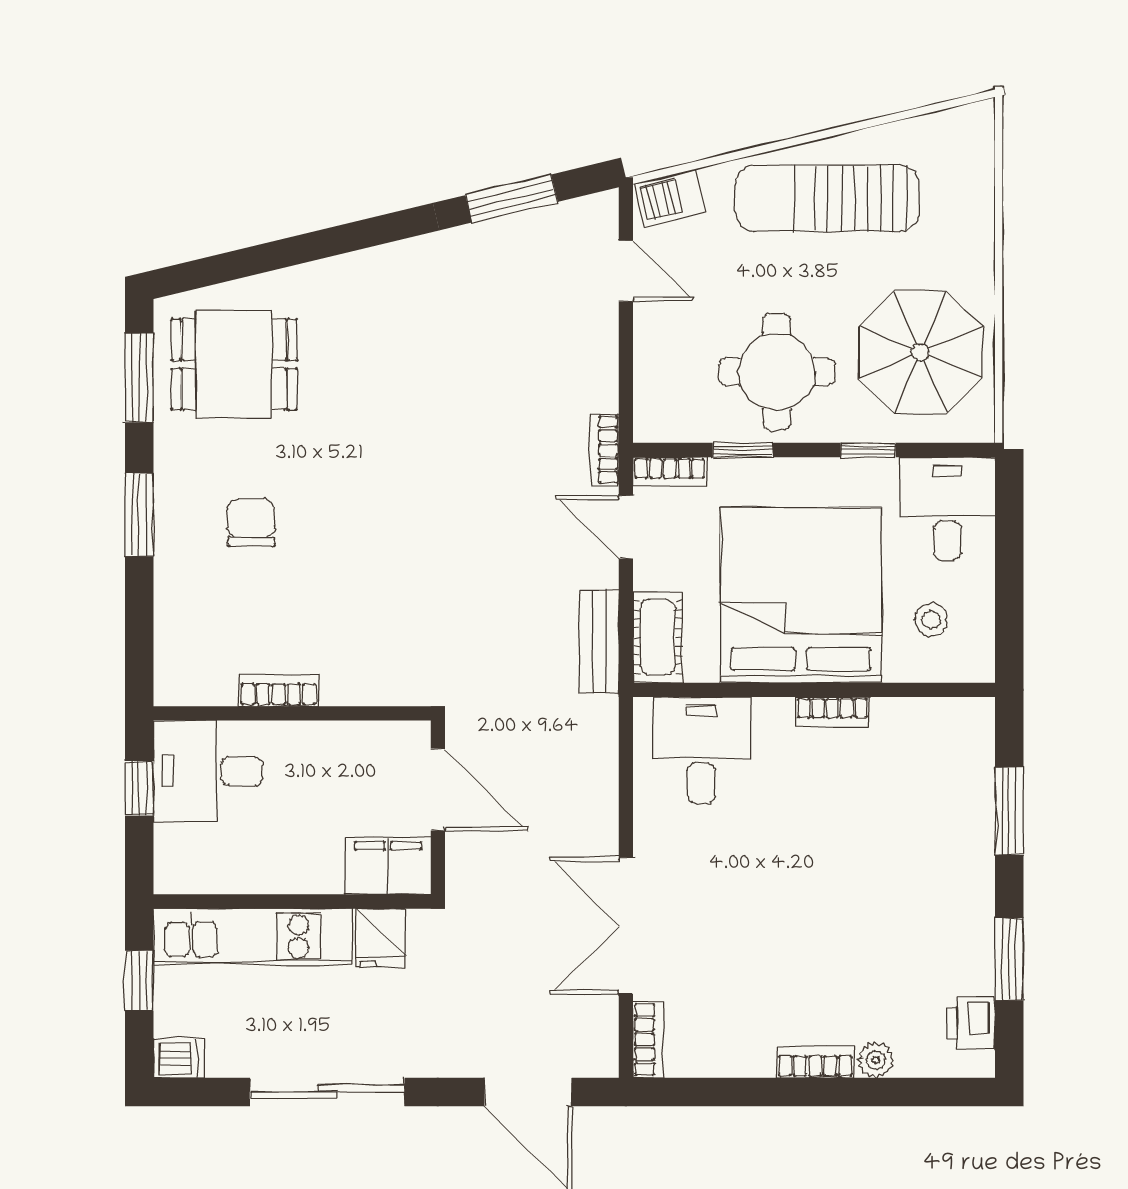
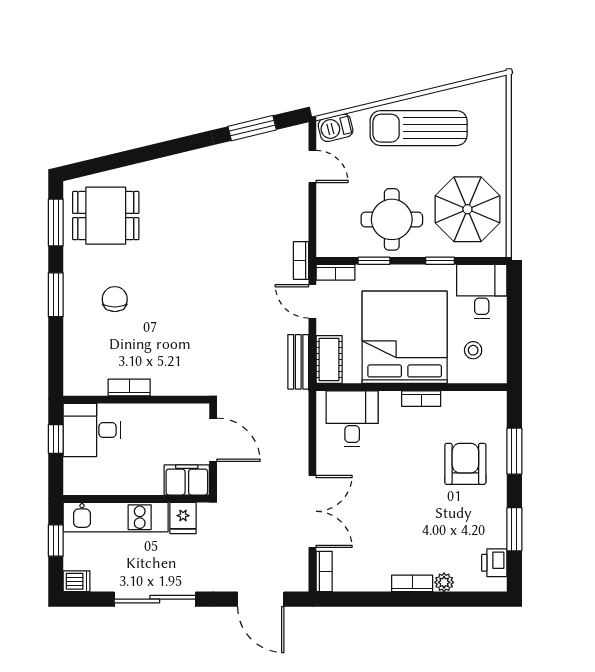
armchair: (916, 835) -> (465, 464), added
double door: (626, 926) -> (312, 511), swing flipped

